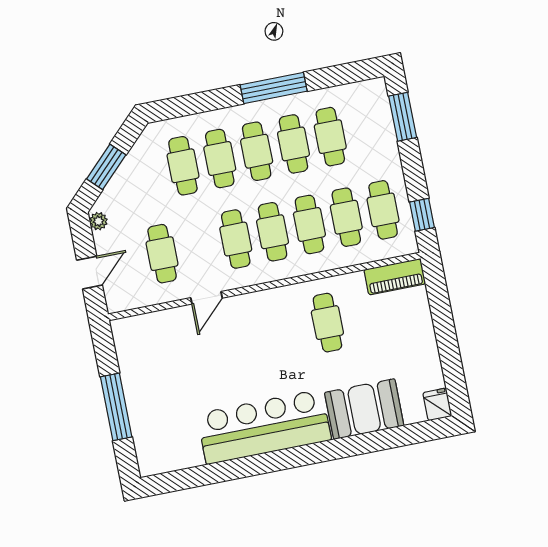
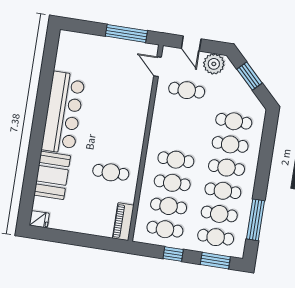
window: (274, 88) -> (255, 220), moved
window: (422, 215) -> (173, 254), moved
plant: (98, 221) -> (214, 64), width x1.87, depth x1.87
cafe table: (236, 239) -> (216, 237), moved
door: (207, 298) -> (158, 67), moved
window: (116, 407) -> (126, 33), moved

